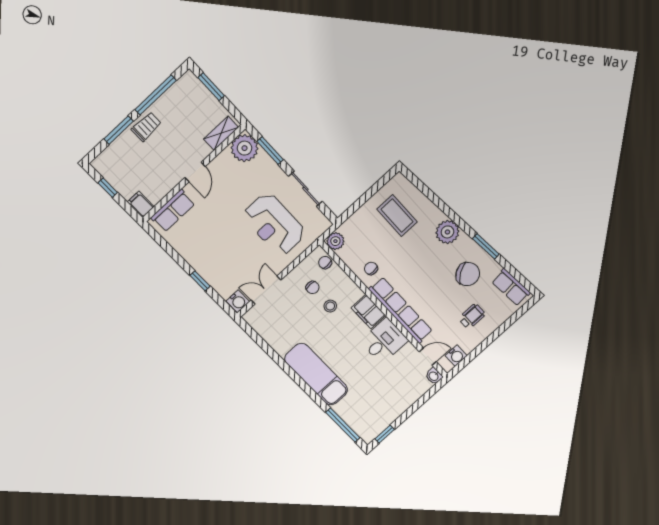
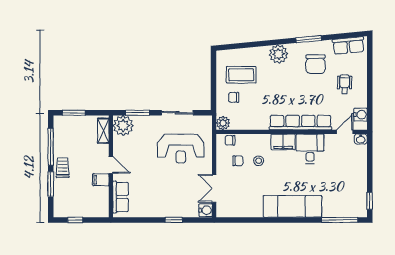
filing cabinet: (141, 204) -> (101, 180), moved
chair: (371, 268) -> (234, 97), moved
chair: (468, 274) -> (316, 64), turned 125

